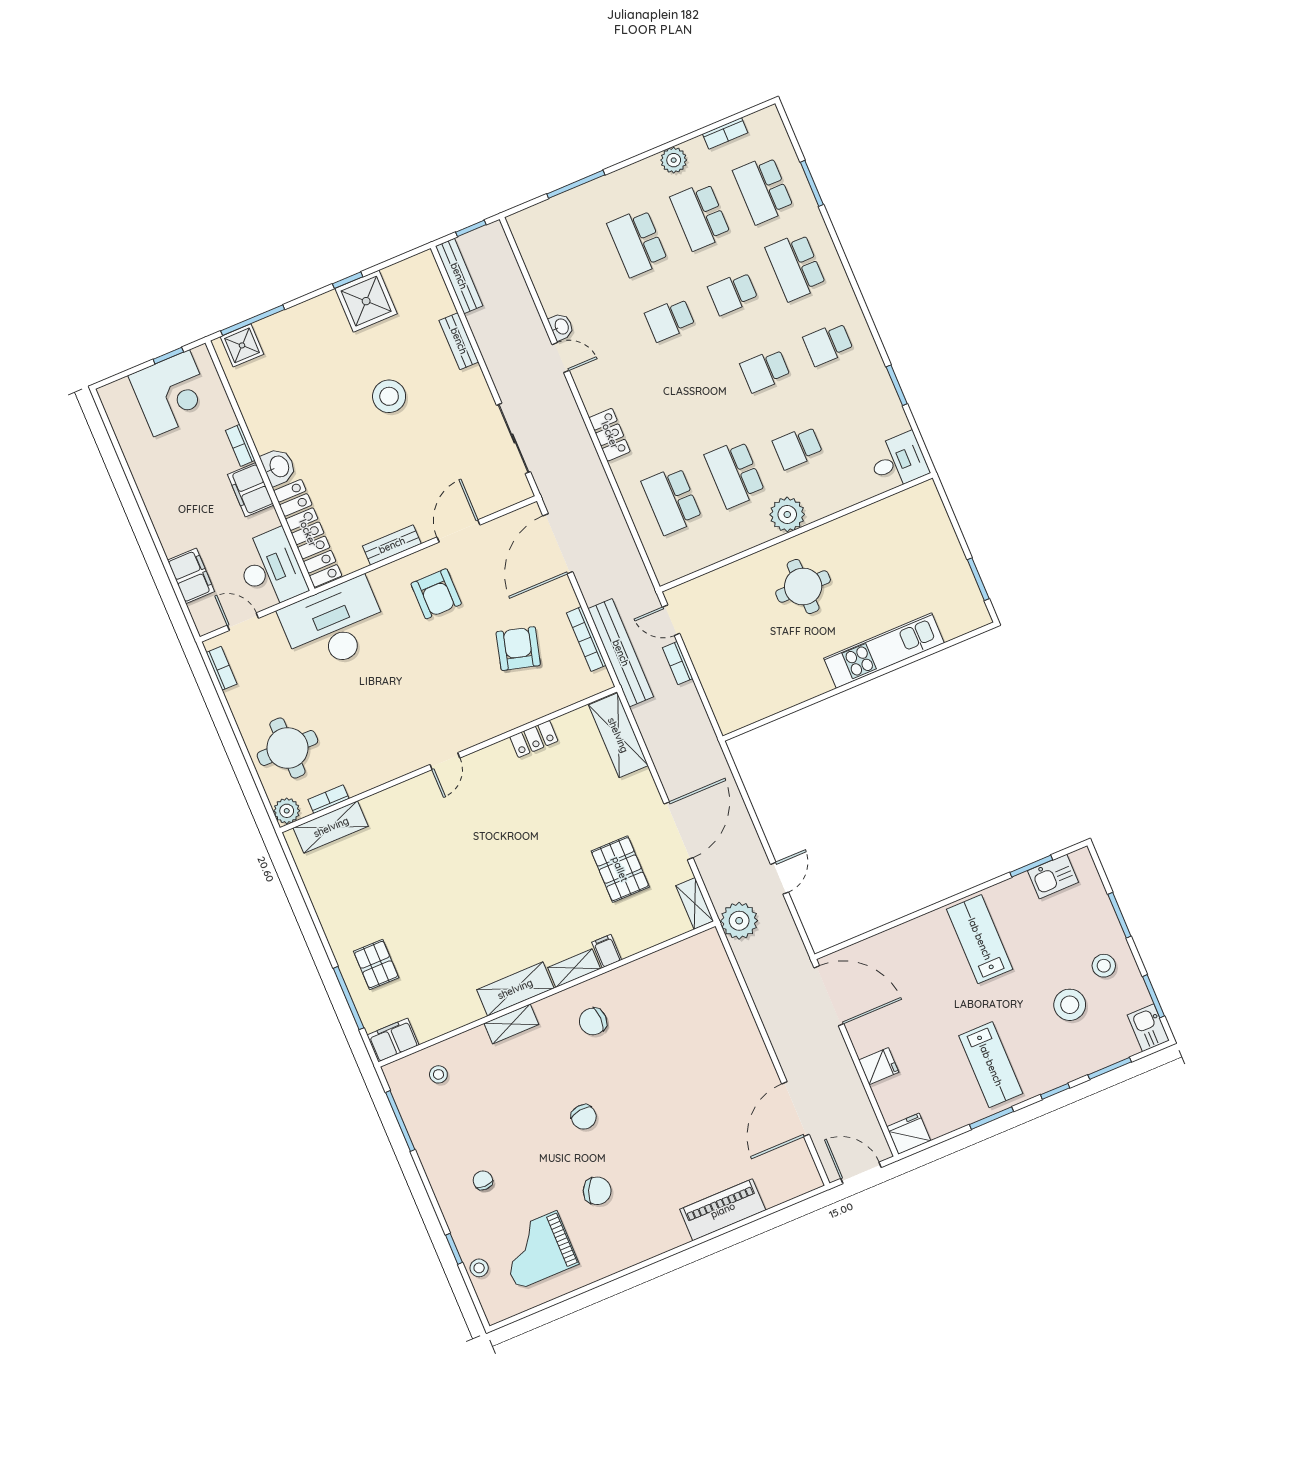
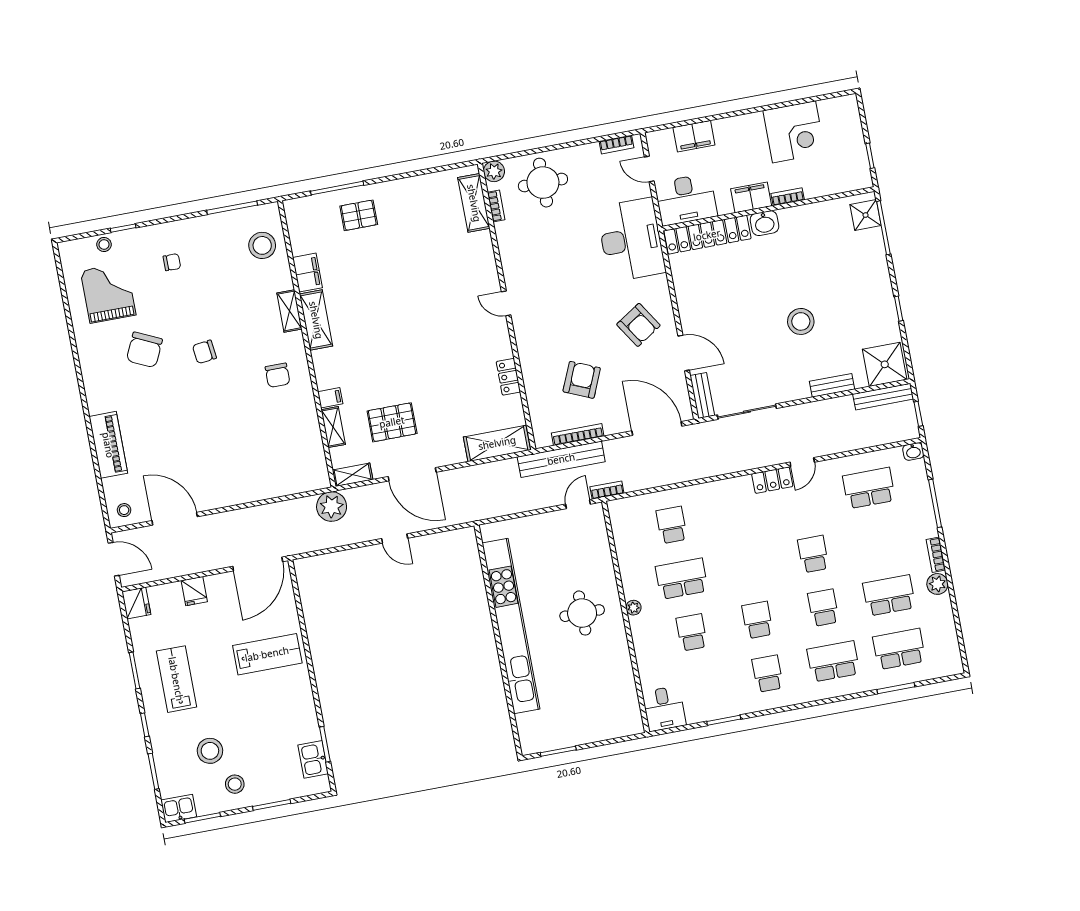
bookcase: (725, 133) -> (936, 555), moved
school desk: (638, 243) -> (869, 488), moved
shower: (366, 301) -> (885, 364), moved
washbasin: (561, 327) -> (913, 452), moved
corner desk: (172, 393) -> (794, 132), moved, turned -90
locker: (610, 435) -> (772, 480), moved
school desk: (672, 500) -> (672, 525), width x0.54
plant: (787, 514) -> (633, 608), width x0.53, depth x0.53
bench: (392, 545) -> (702, 396), moved
armchair: (436, 594) -> (638, 325), turned -123
door: (243, 622) -> (649, 169), swing flipped
armchair: (518, 649) -> (582, 380), turned -82
kitchen unit: (884, 651) -> (511, 626), width x1.86
bookcase: (678, 663) -> (607, 490), moved
door: (779, 878) -> (395, 538), moved
lab bench: (980, 939) -> (267, 654), moved
shelving: (574, 968) -> (333, 427), moved
chair: (593, 1021) -> (278, 375), turned 180
filing cabinet: (393, 1040) -> (307, 273), moved
lab bench: (991, 1065) -> (176, 679), turned 90
stool: (438, 1074) -> (262, 245), width x1.89, depth x1.89
stool: (798, 1173) -> (124, 510), added
door: (861, 1173) -> (114, 559), hinge flipped
chair: (597, 1191) -> (144, 350), width x1.37, depth x1.37

